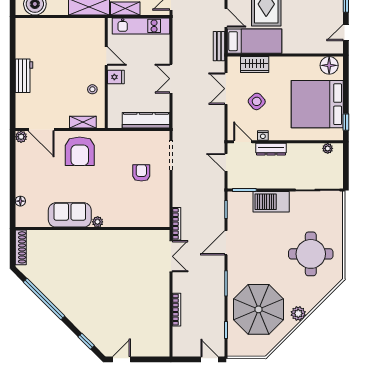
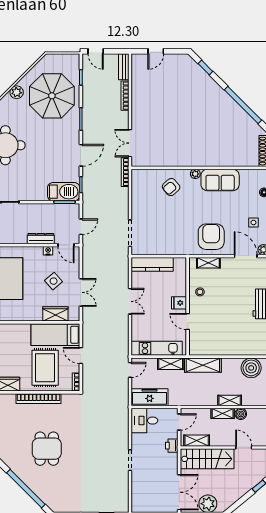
bench: (219, 46) -> (124, 67), moved
door: (226, 162) -> (81, 227), hinge flipped
side table: (32, 167) -> (253, 222), added
armchair: (141, 173) -> (171, 187), moved, turned 49
barbecue: (271, 202) -> (64, 192), moved
door: (121, 359) -> (156, 51), moved

